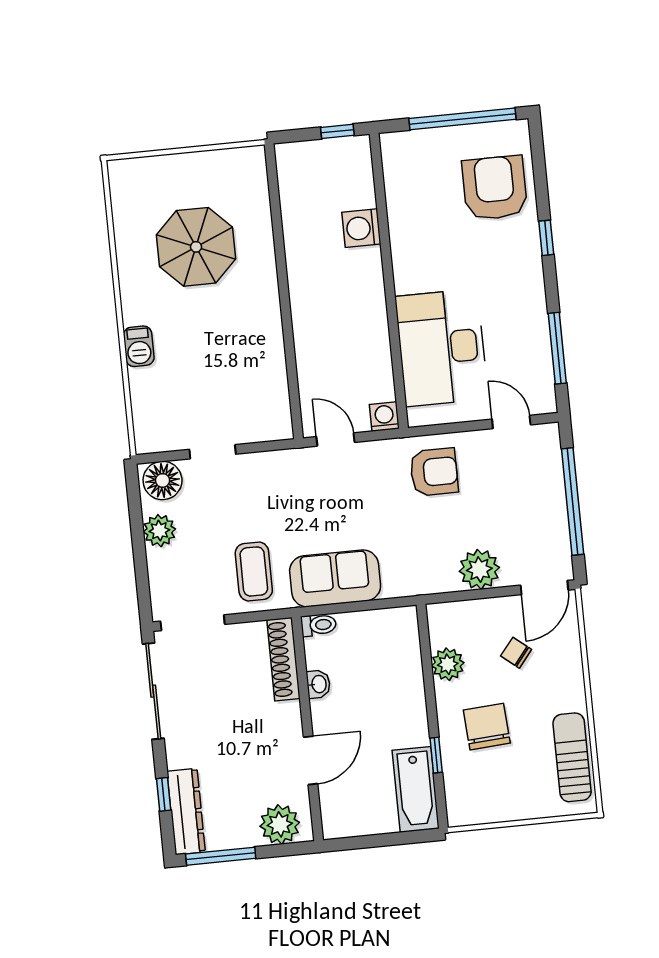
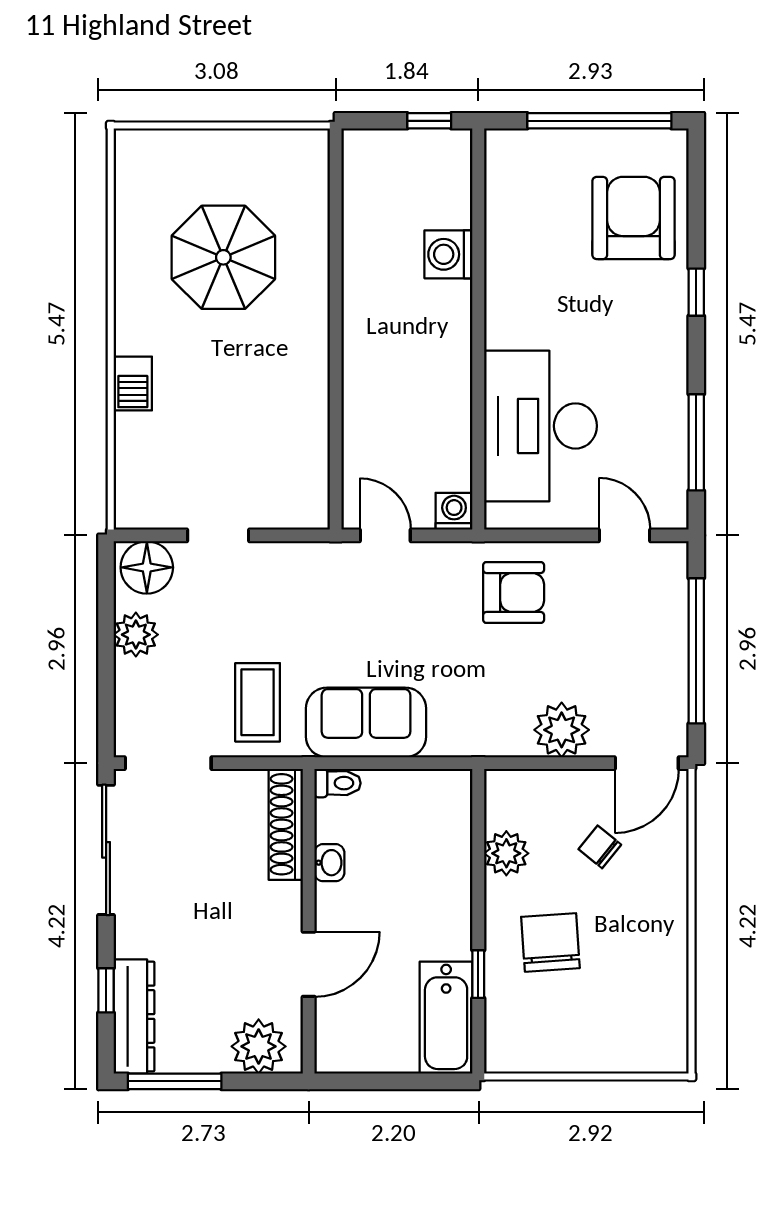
sun lounger: (572, 757) -> (661, 995), removed

